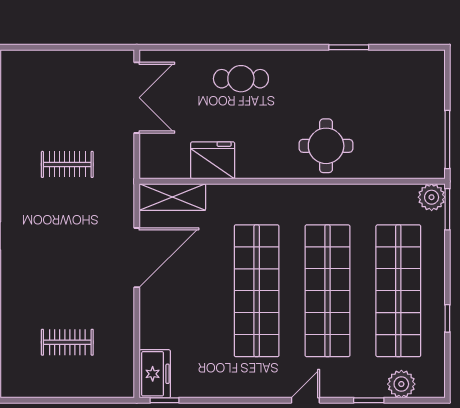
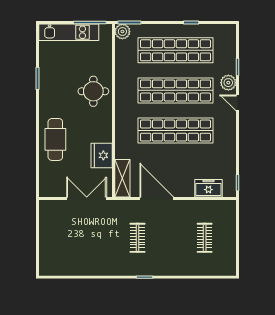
cafe table: (241, 79) -> (55, 139), width x1.37, depth x1.35
double door: (137, 98) -> (87, 198), moved
kitchen unit: (430, 102) -> (69, 32), added
clothes rail: (67, 164) -> (137, 238), moved
freezer: (155, 374) -> (208, 188), moved
plant: (401, 384) -> (228, 83), moved

